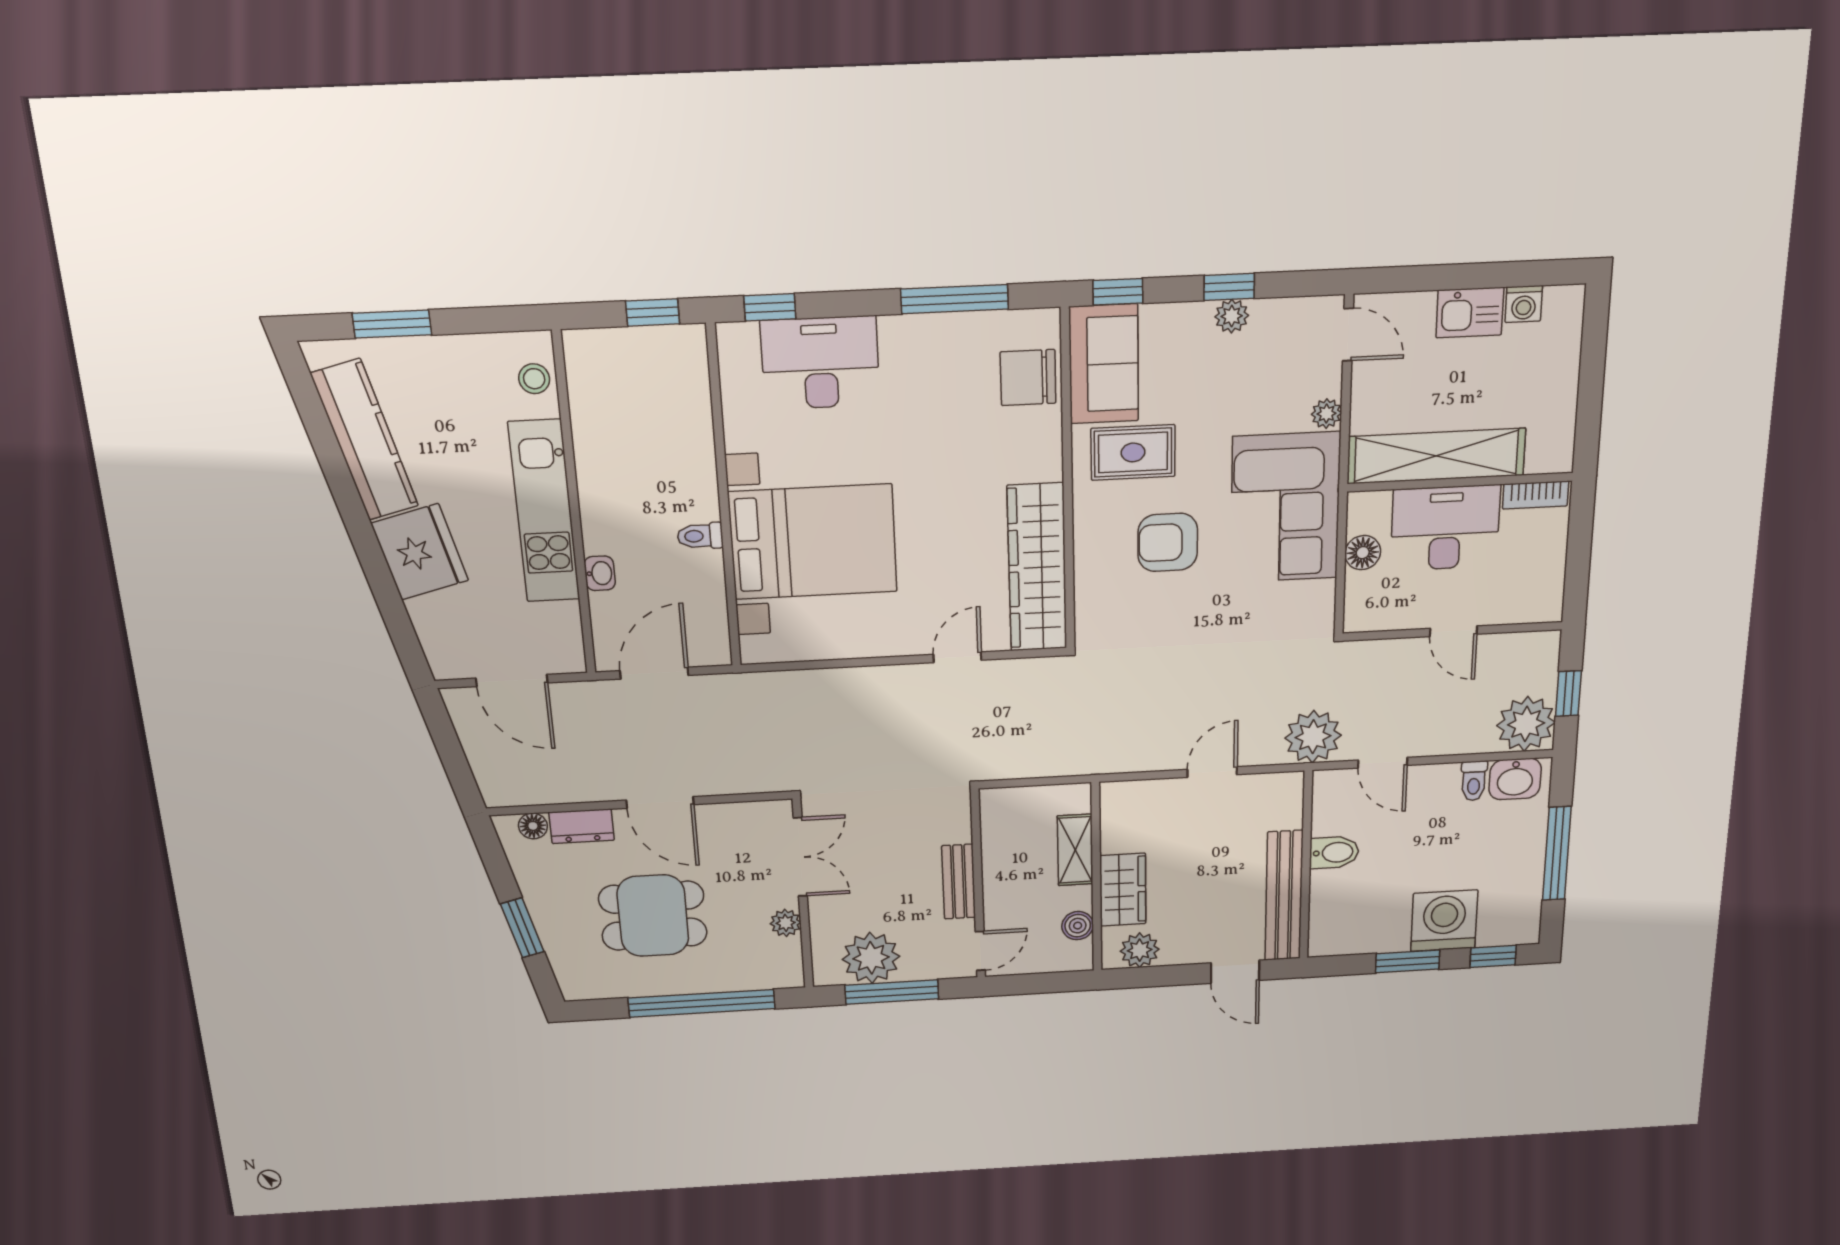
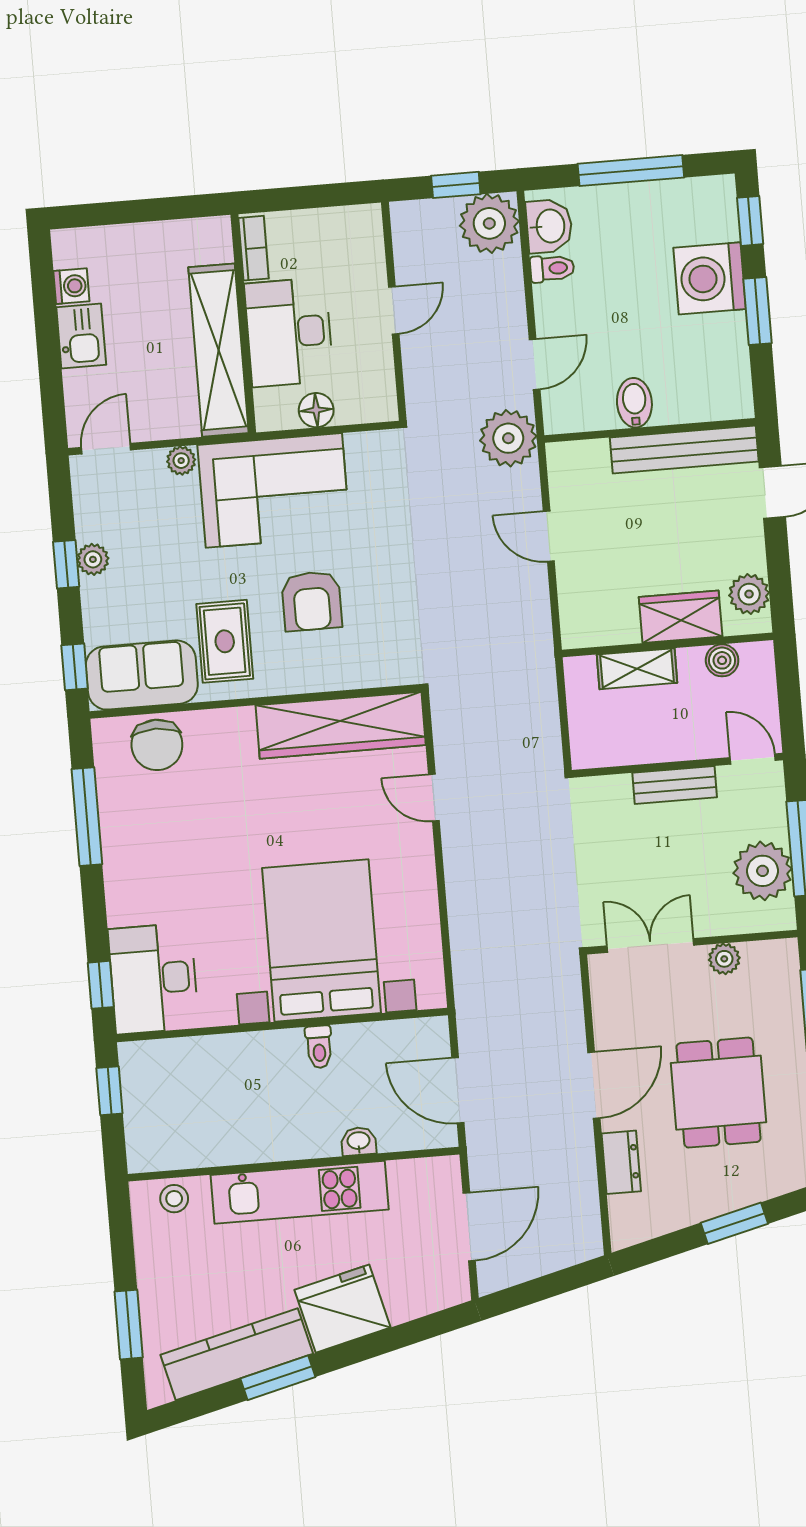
desk: (820, 363) -> (153, 979), moved
window: (341, 483) -> (278, 1378), added
floor lamp: (533, 826) -> (622, 1210), removed

